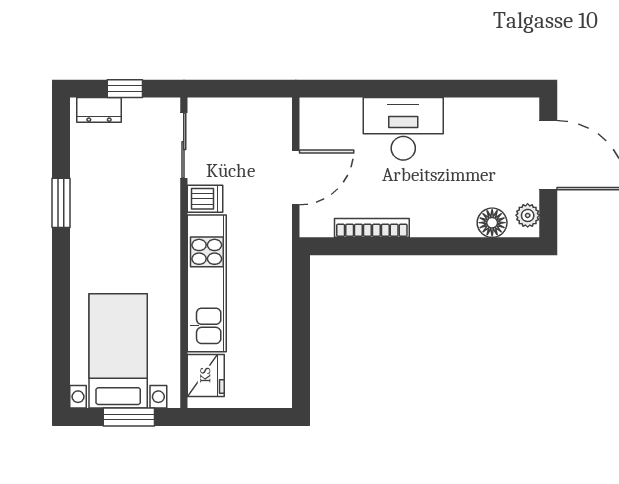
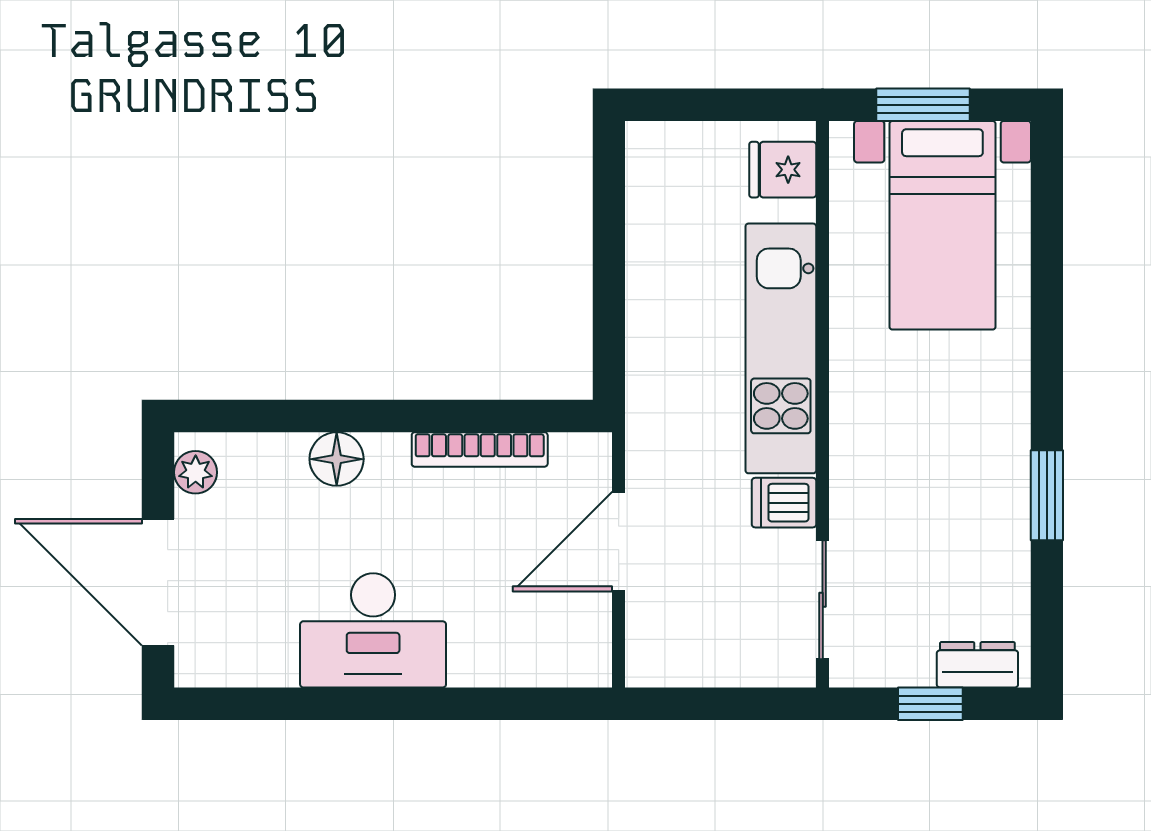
desk: (403, 129) -> (373, 630), moved
floor lamp: (492, 223) -> (337, 459), moved
fridge: (206, 375) -> (783, 170), width x0.72

